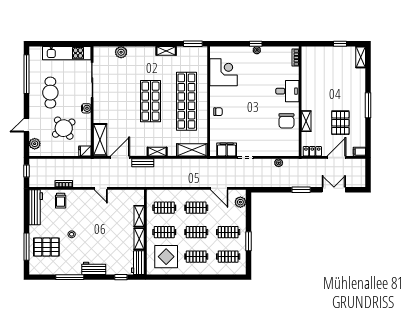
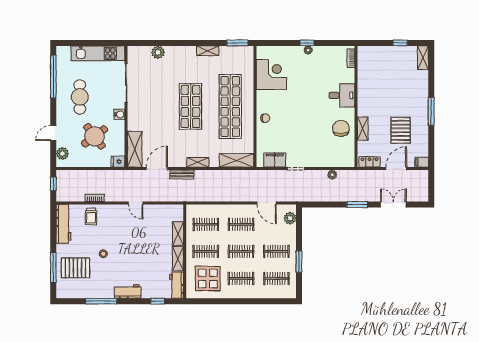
chair: (286, 121) -> (341, 128), turned 180

